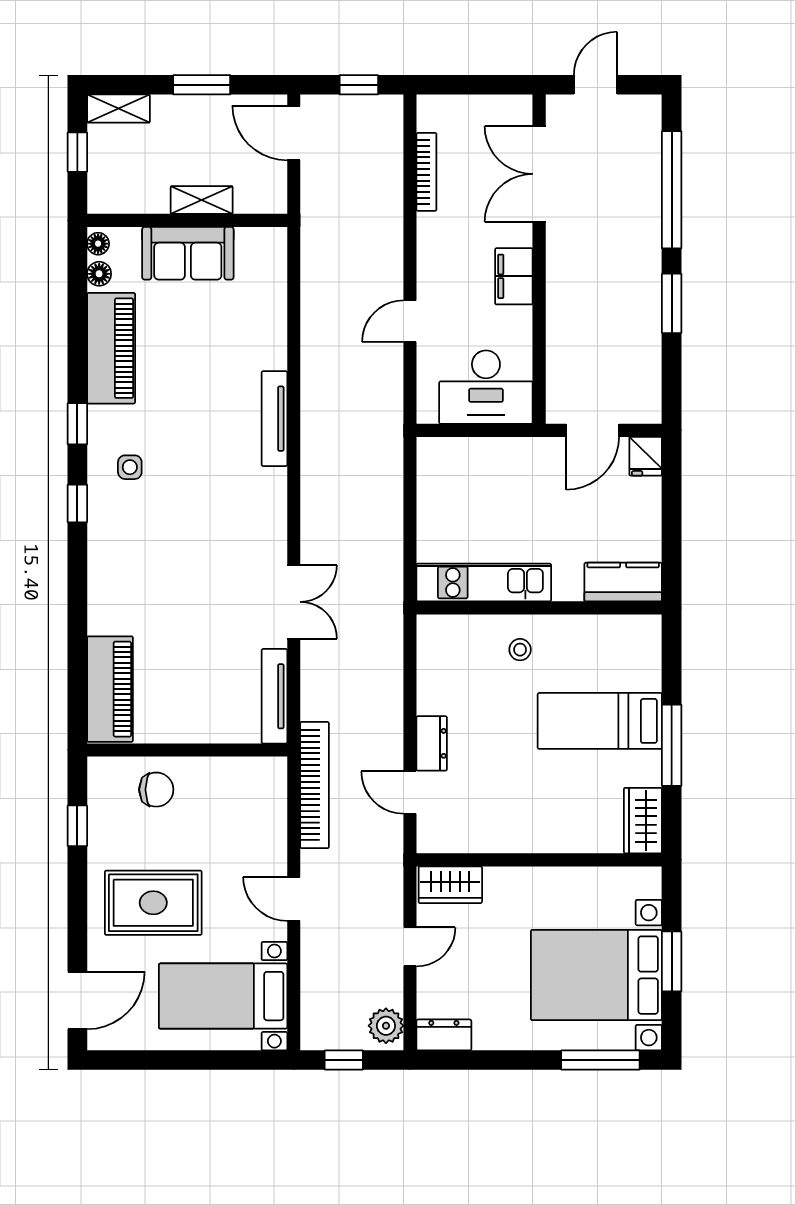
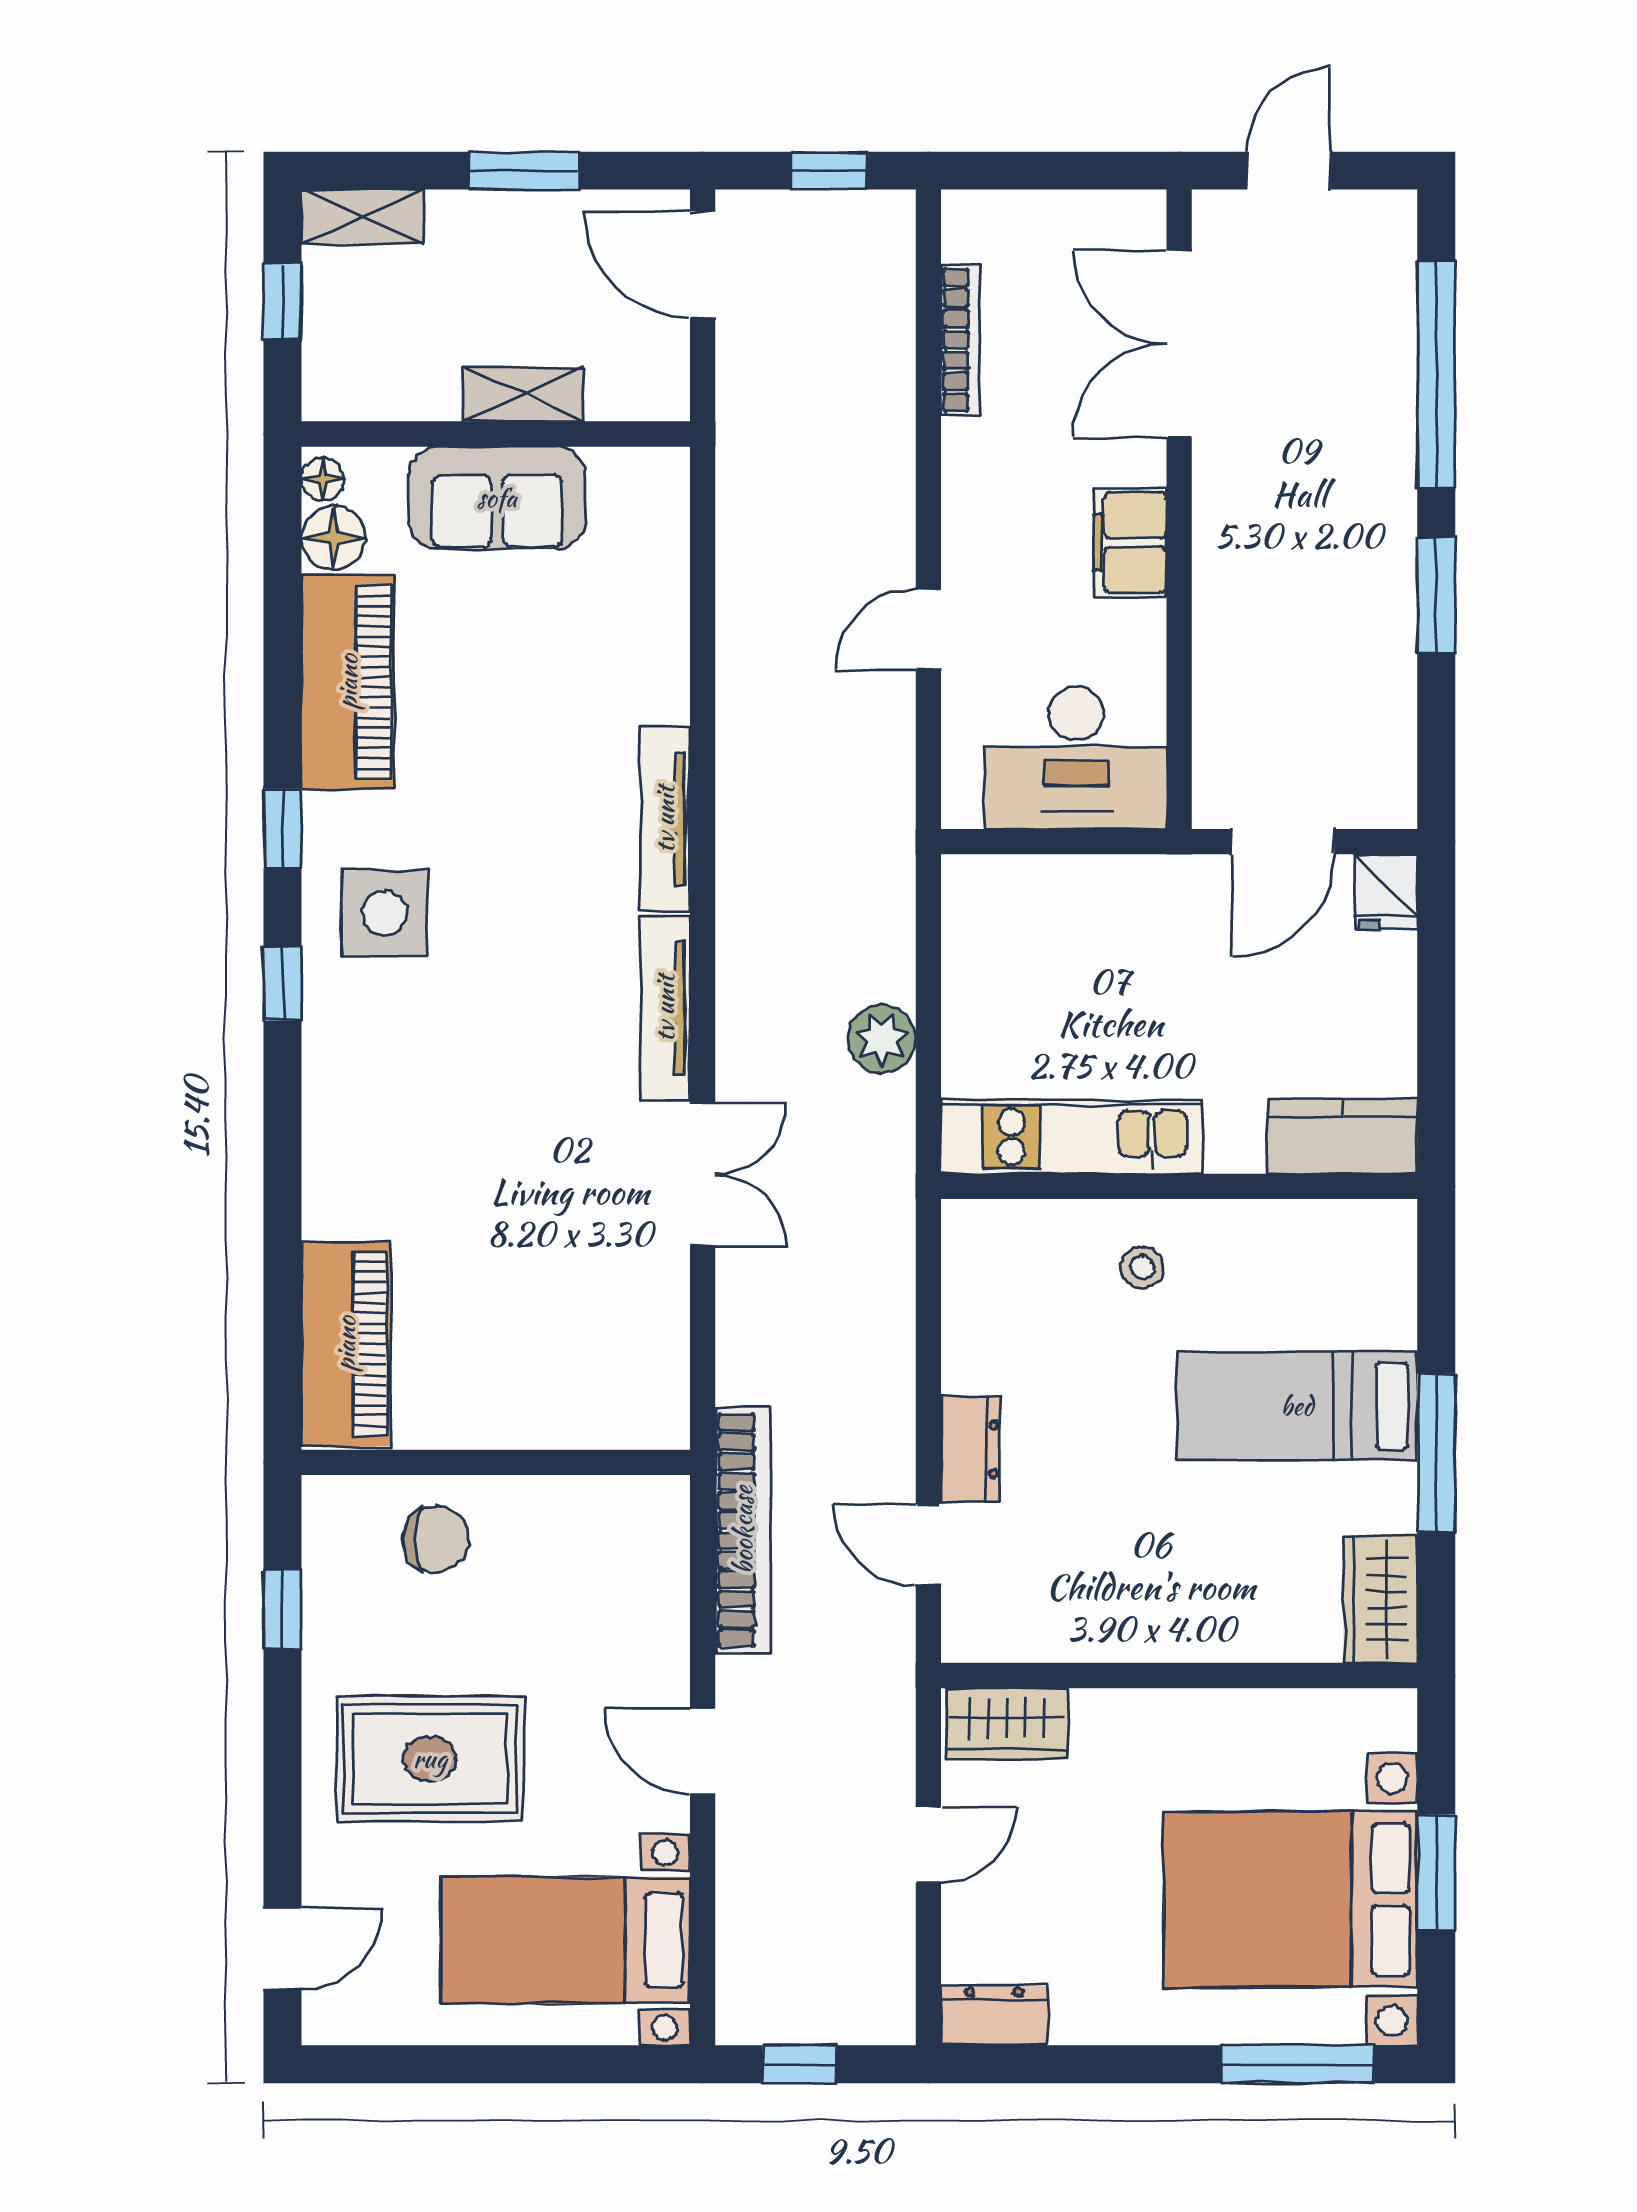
floor lamp: (99, 274) -> (333, 538), width x1.37, depth x1.37
side table: (130, 467) -> (384, 913), width x1.87, depth x1.87
tv unit: (274, 696) -> (665, 1008), moved
door: (77, 1000) -> (283, 1949), width x0.73
plant: (386, 1026) -> (882, 1039), moved

